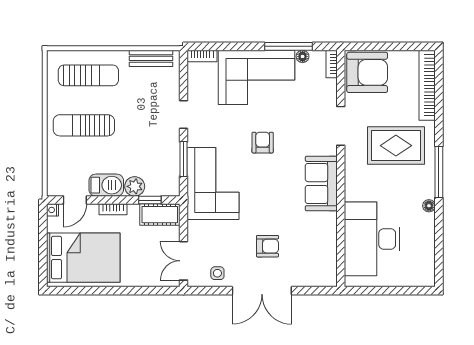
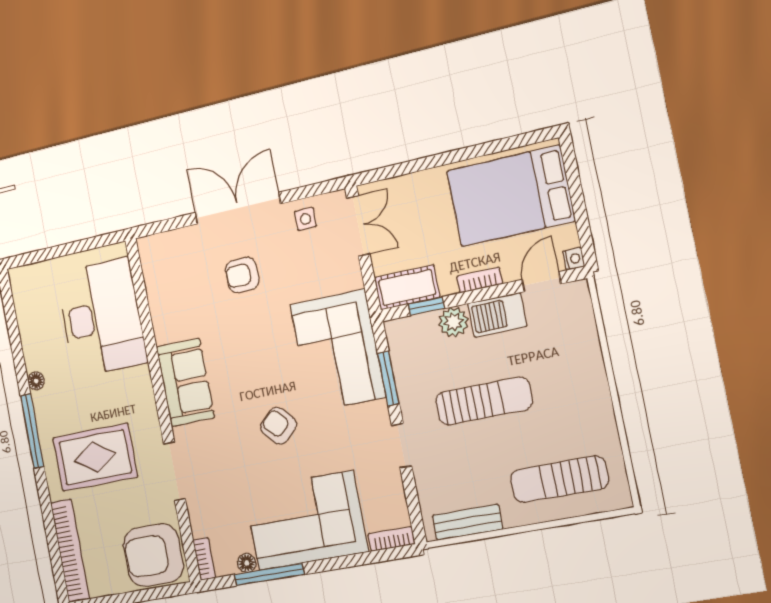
sun lounger: (84, 125) -> (484, 401), moved
armchair: (263, 143) -> (278, 426), turned 138

